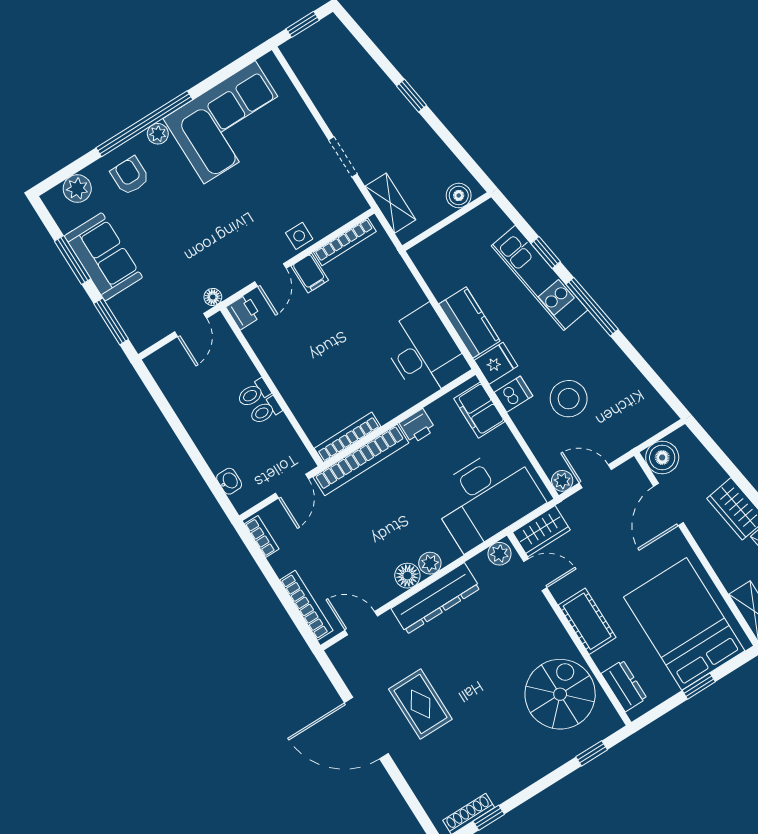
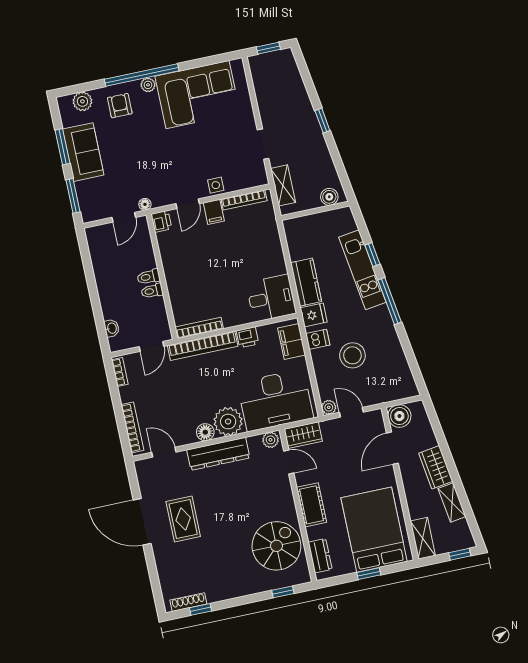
desk: (424, 352) -> (271, 298), width x0.73
plant: (430, 563) -> (228, 422), width x1.88, depth x1.88

